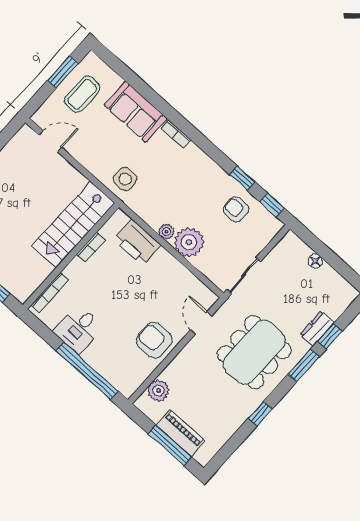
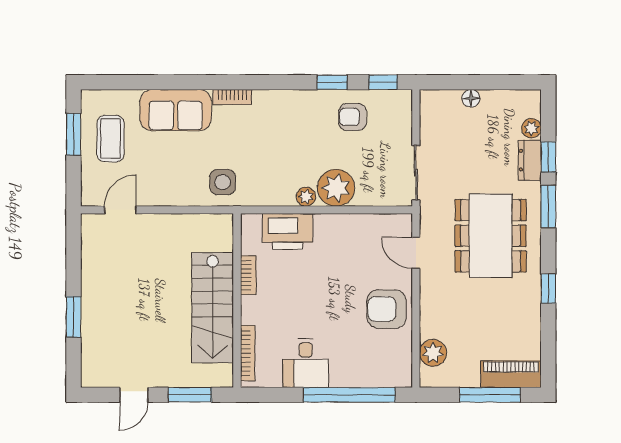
stairs: (74, 224) -> (213, 308), moved
plant: (335, 311) -> (531, 128), added
piano: (180, 433) -> (511, 374), moved

